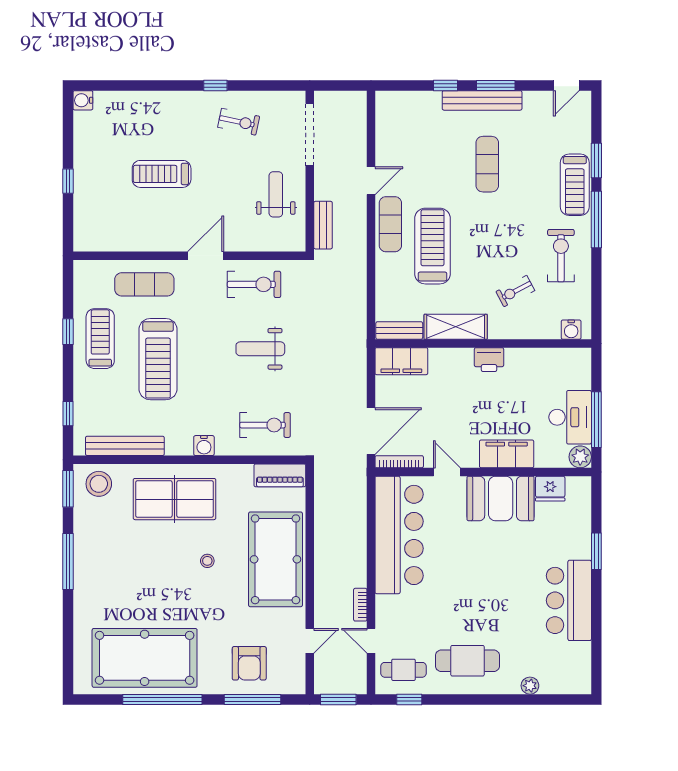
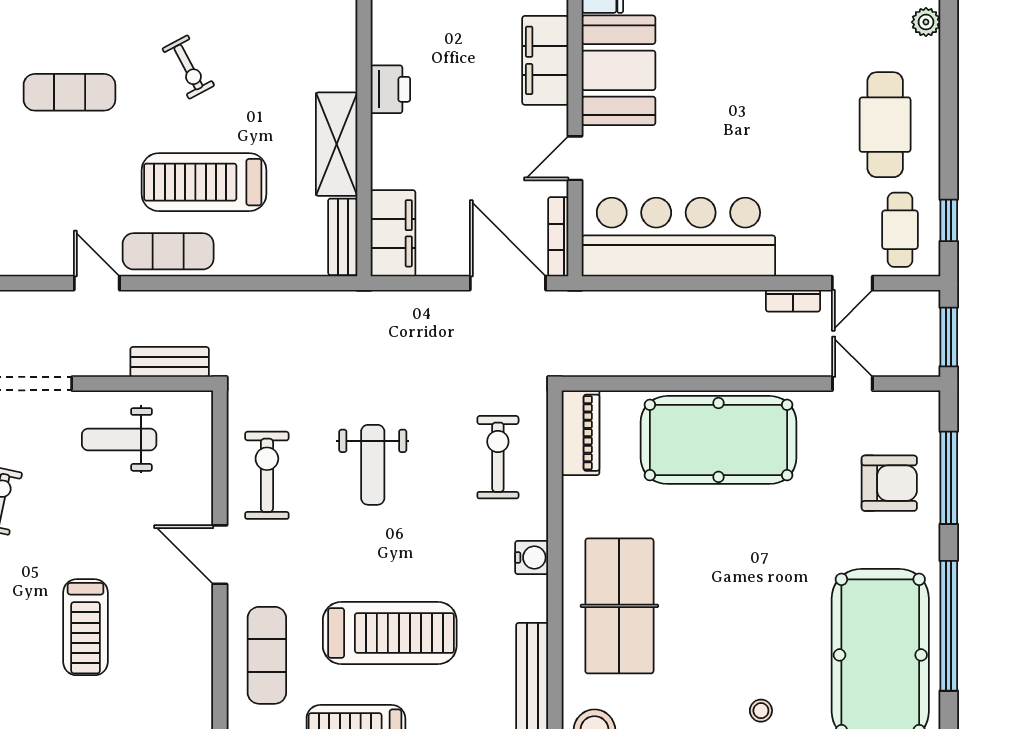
exercise bike: (515, 291) -> (188, 67), moved
stool: (207, 561) -> (761, 711), moved

